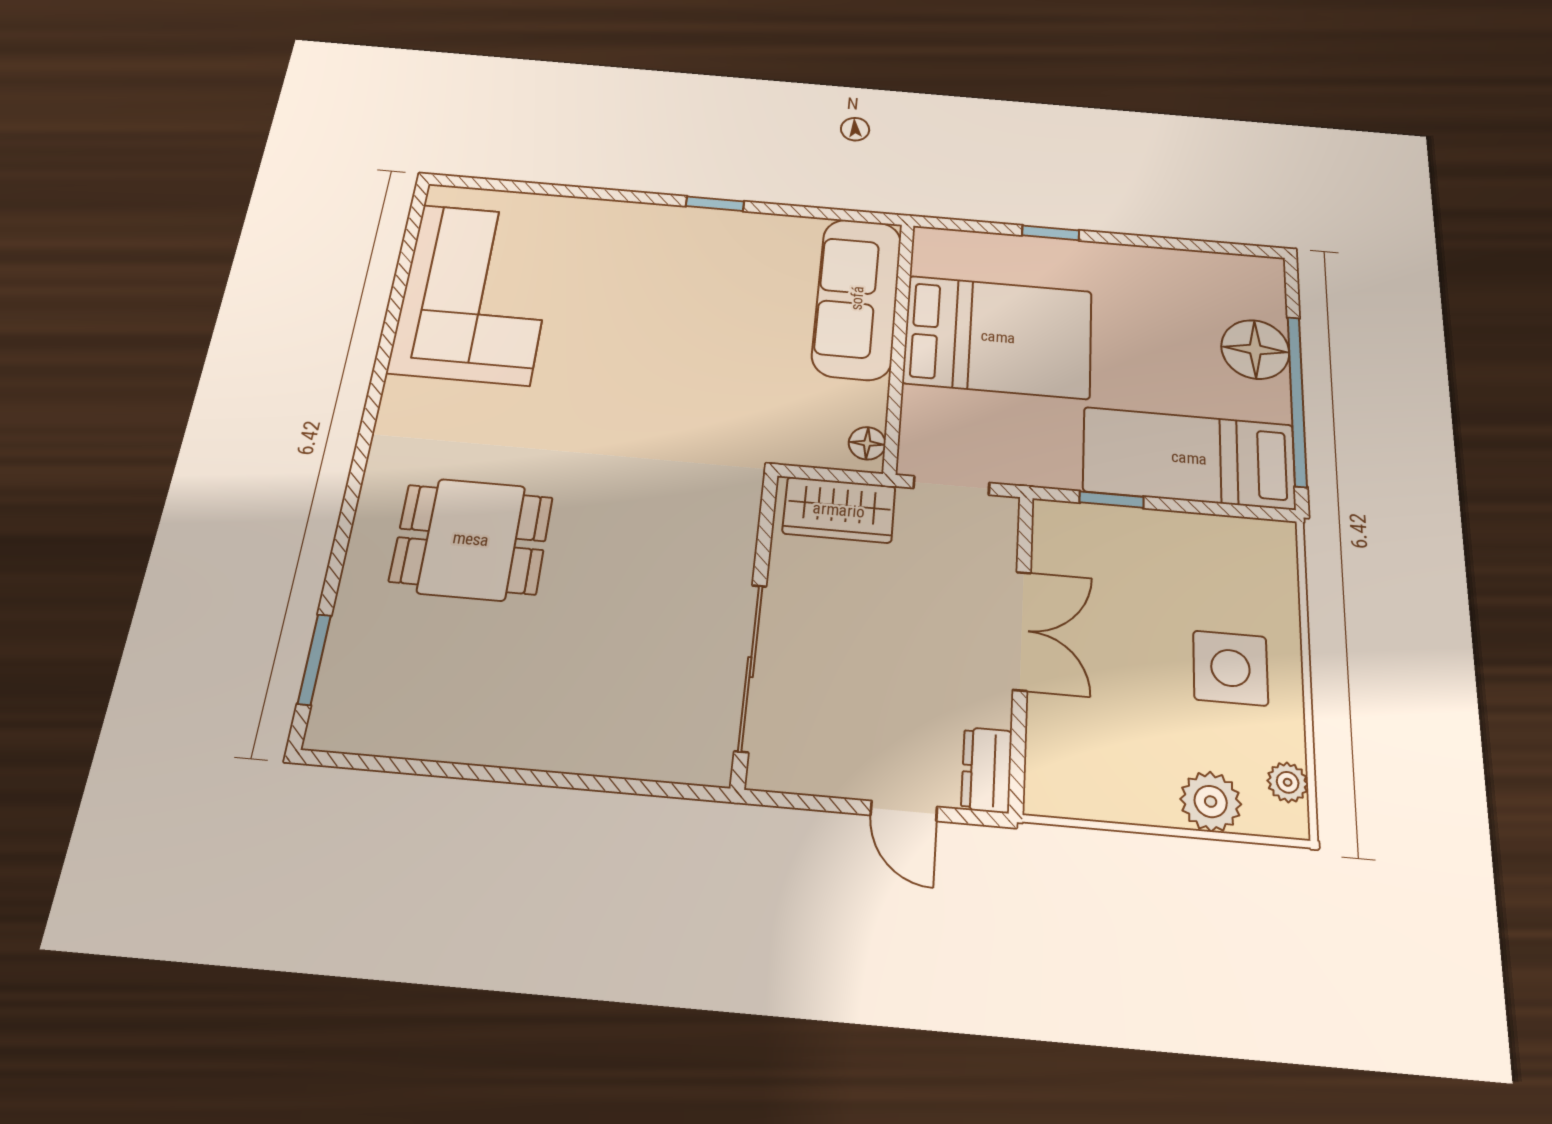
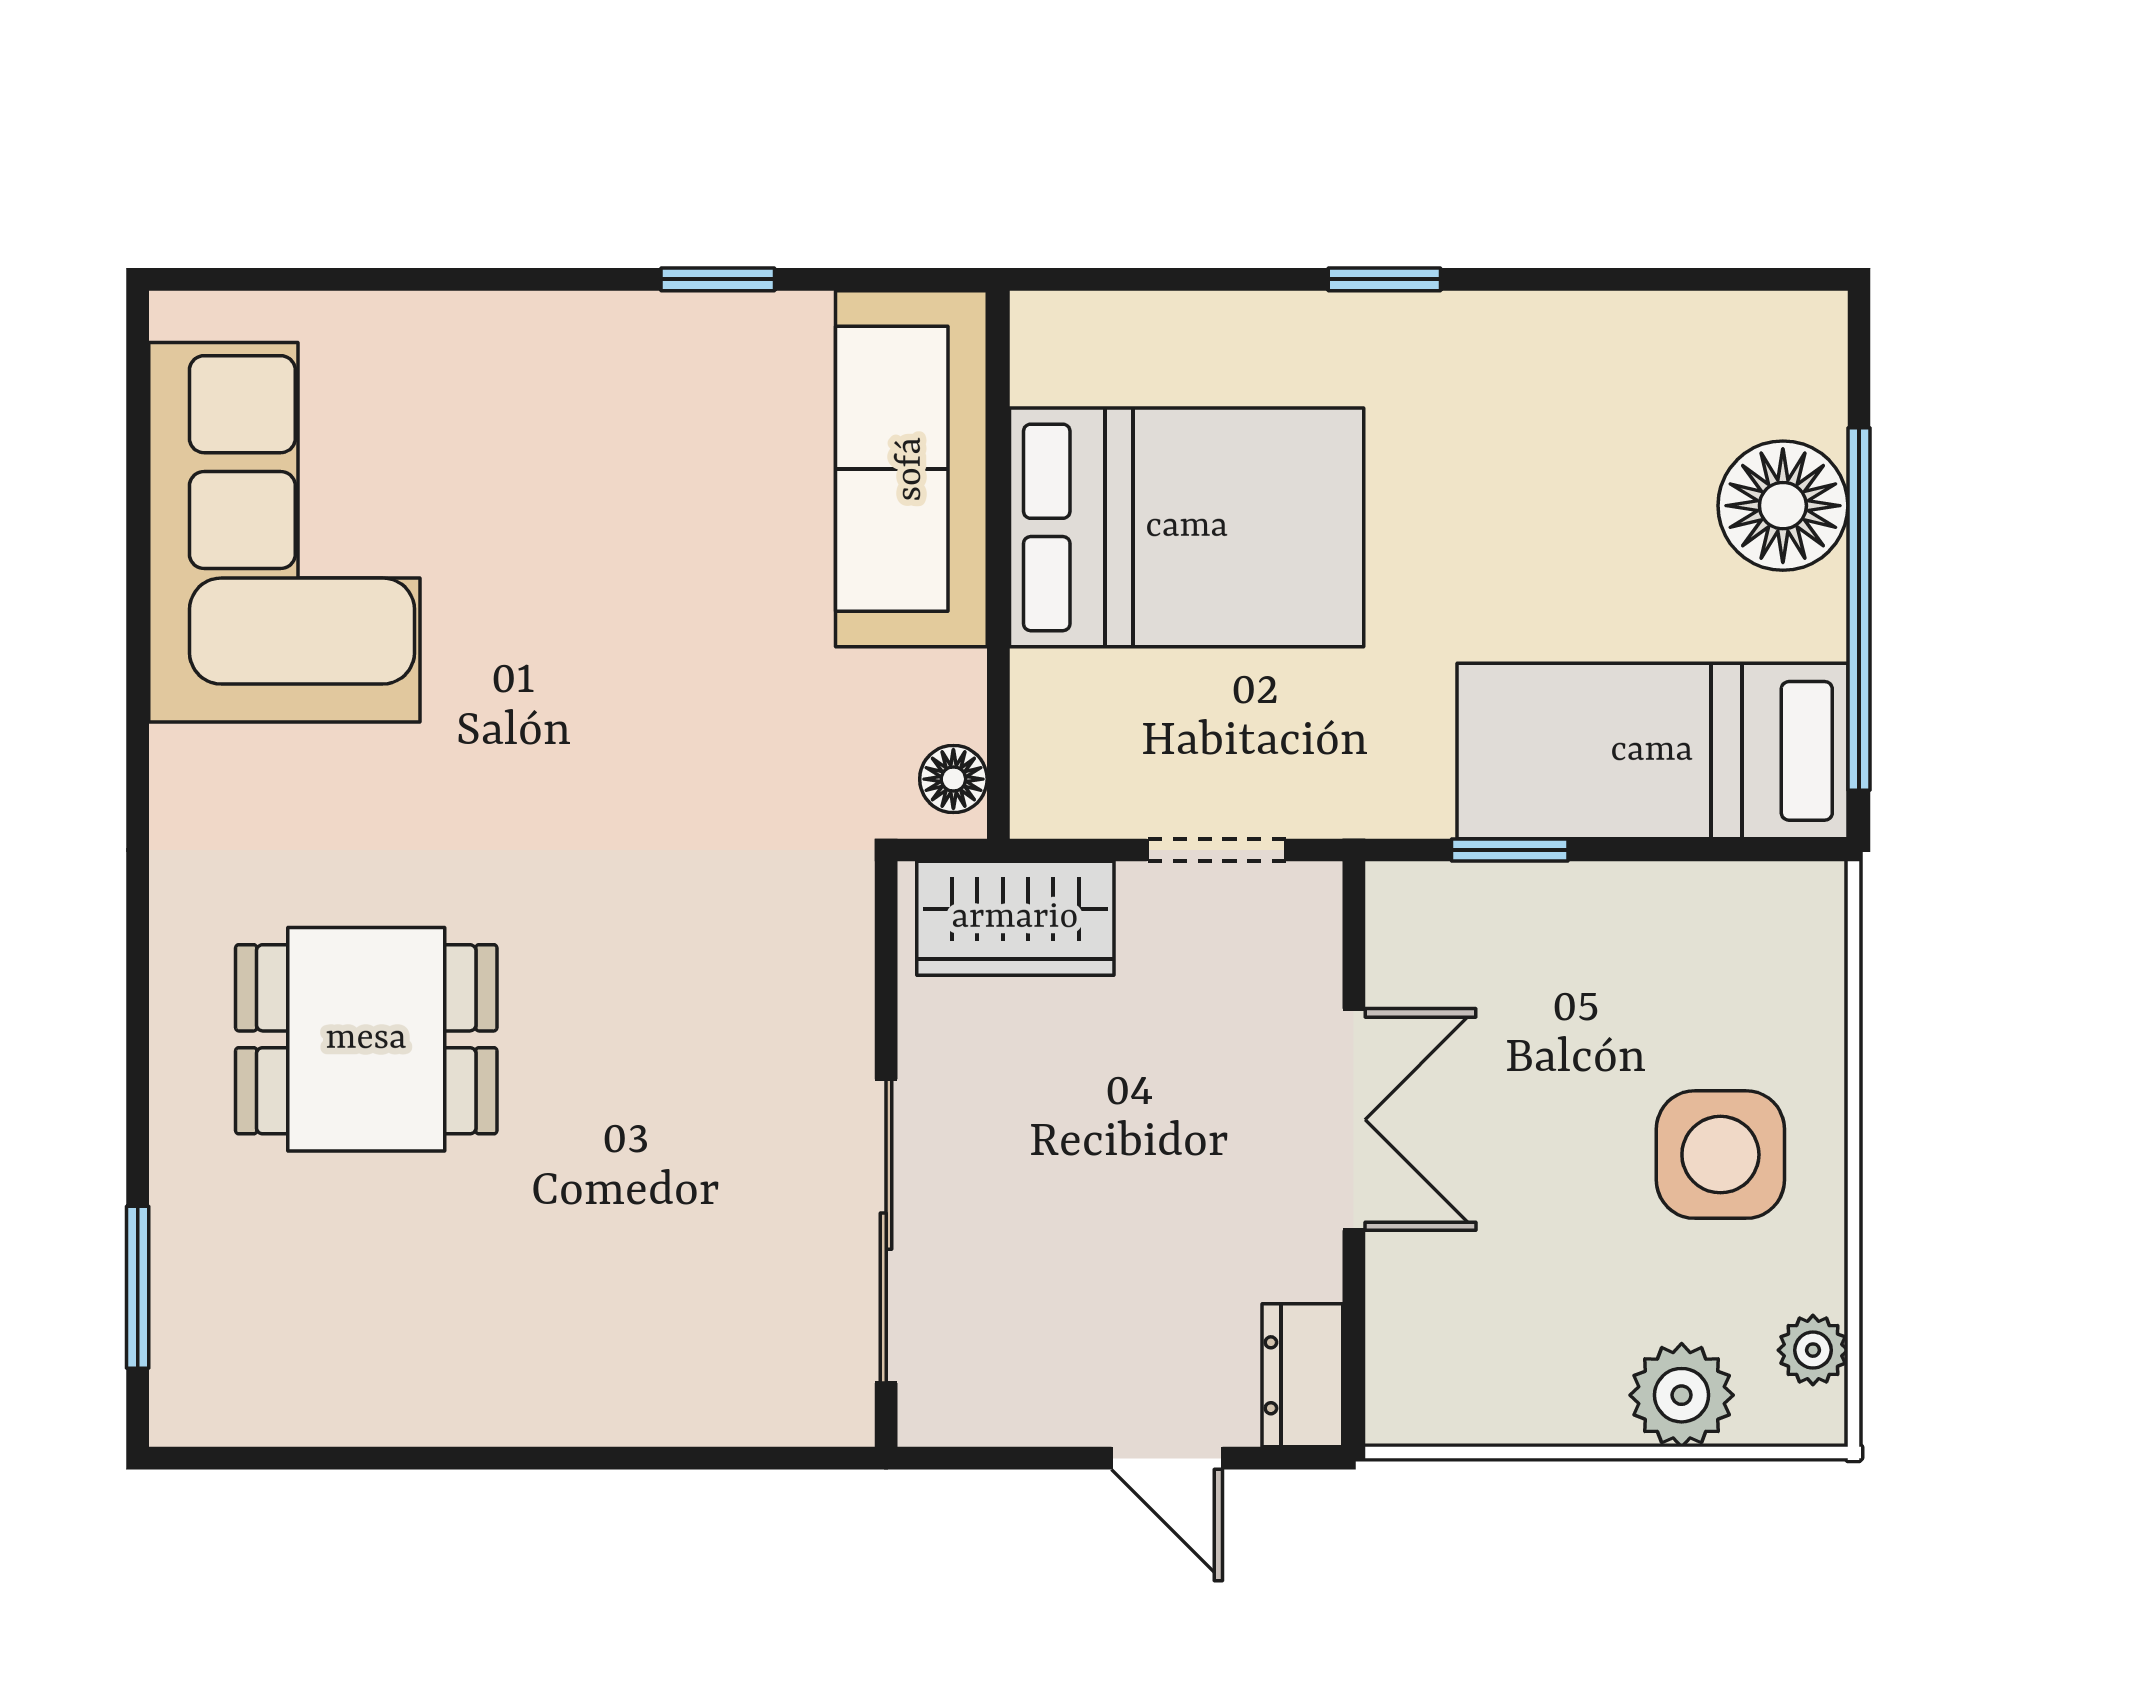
sofa: (857, 298) -> (911, 469), moved
bed: (998, 337) -> (1187, 527), moved
wall: (899, 345) -> (998, 565), moved
floor lamp: (867, 443) -> (953, 779), moved

